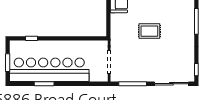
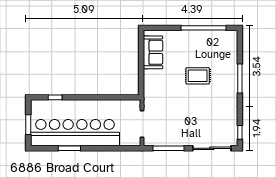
rug: (149, 31) -> (198, 76), moved

